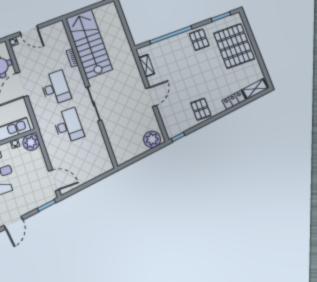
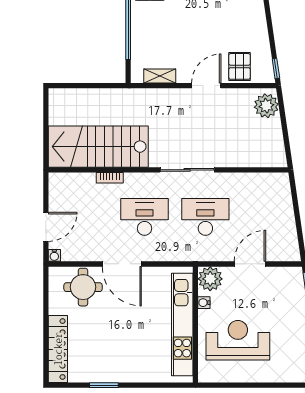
door: (151, 97) -> (206, 86), hinge flipped
pallet: (201, 109) -> (239, 66), moved, turned 90
door: (54, 180) -> (250, 264), moved

